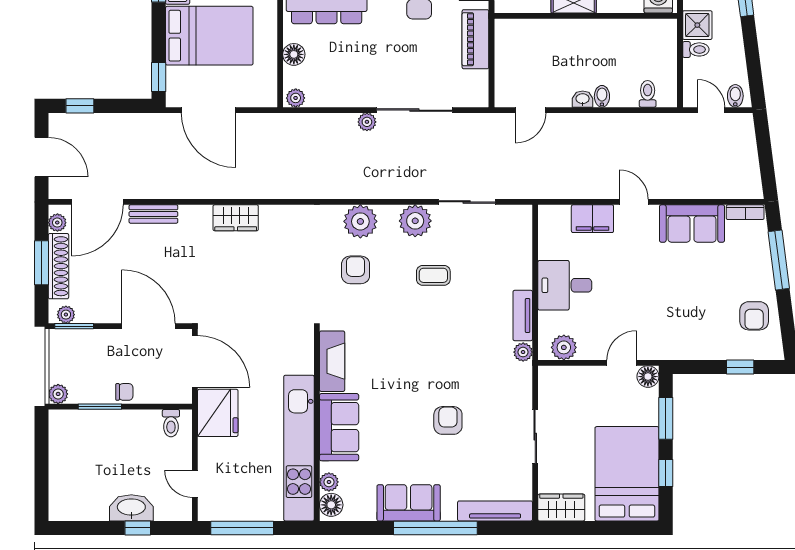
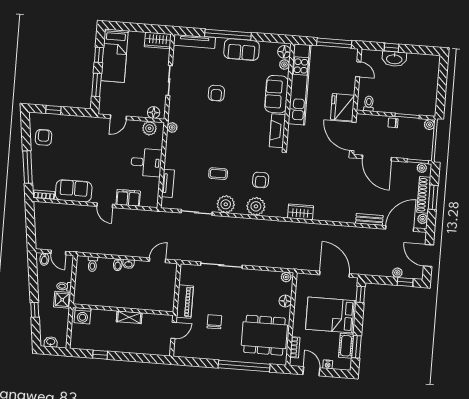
plant: (367, 122) -> (397, 273), moved
wardrobe: (236, 218) -> (300, 212), moved
tv unit: (523, 315) -> (168, 183), moved
floor lamp: (648, 377) -> (154, 113), moved
bed: (627, 474) -> (114, 56), width x0.67

